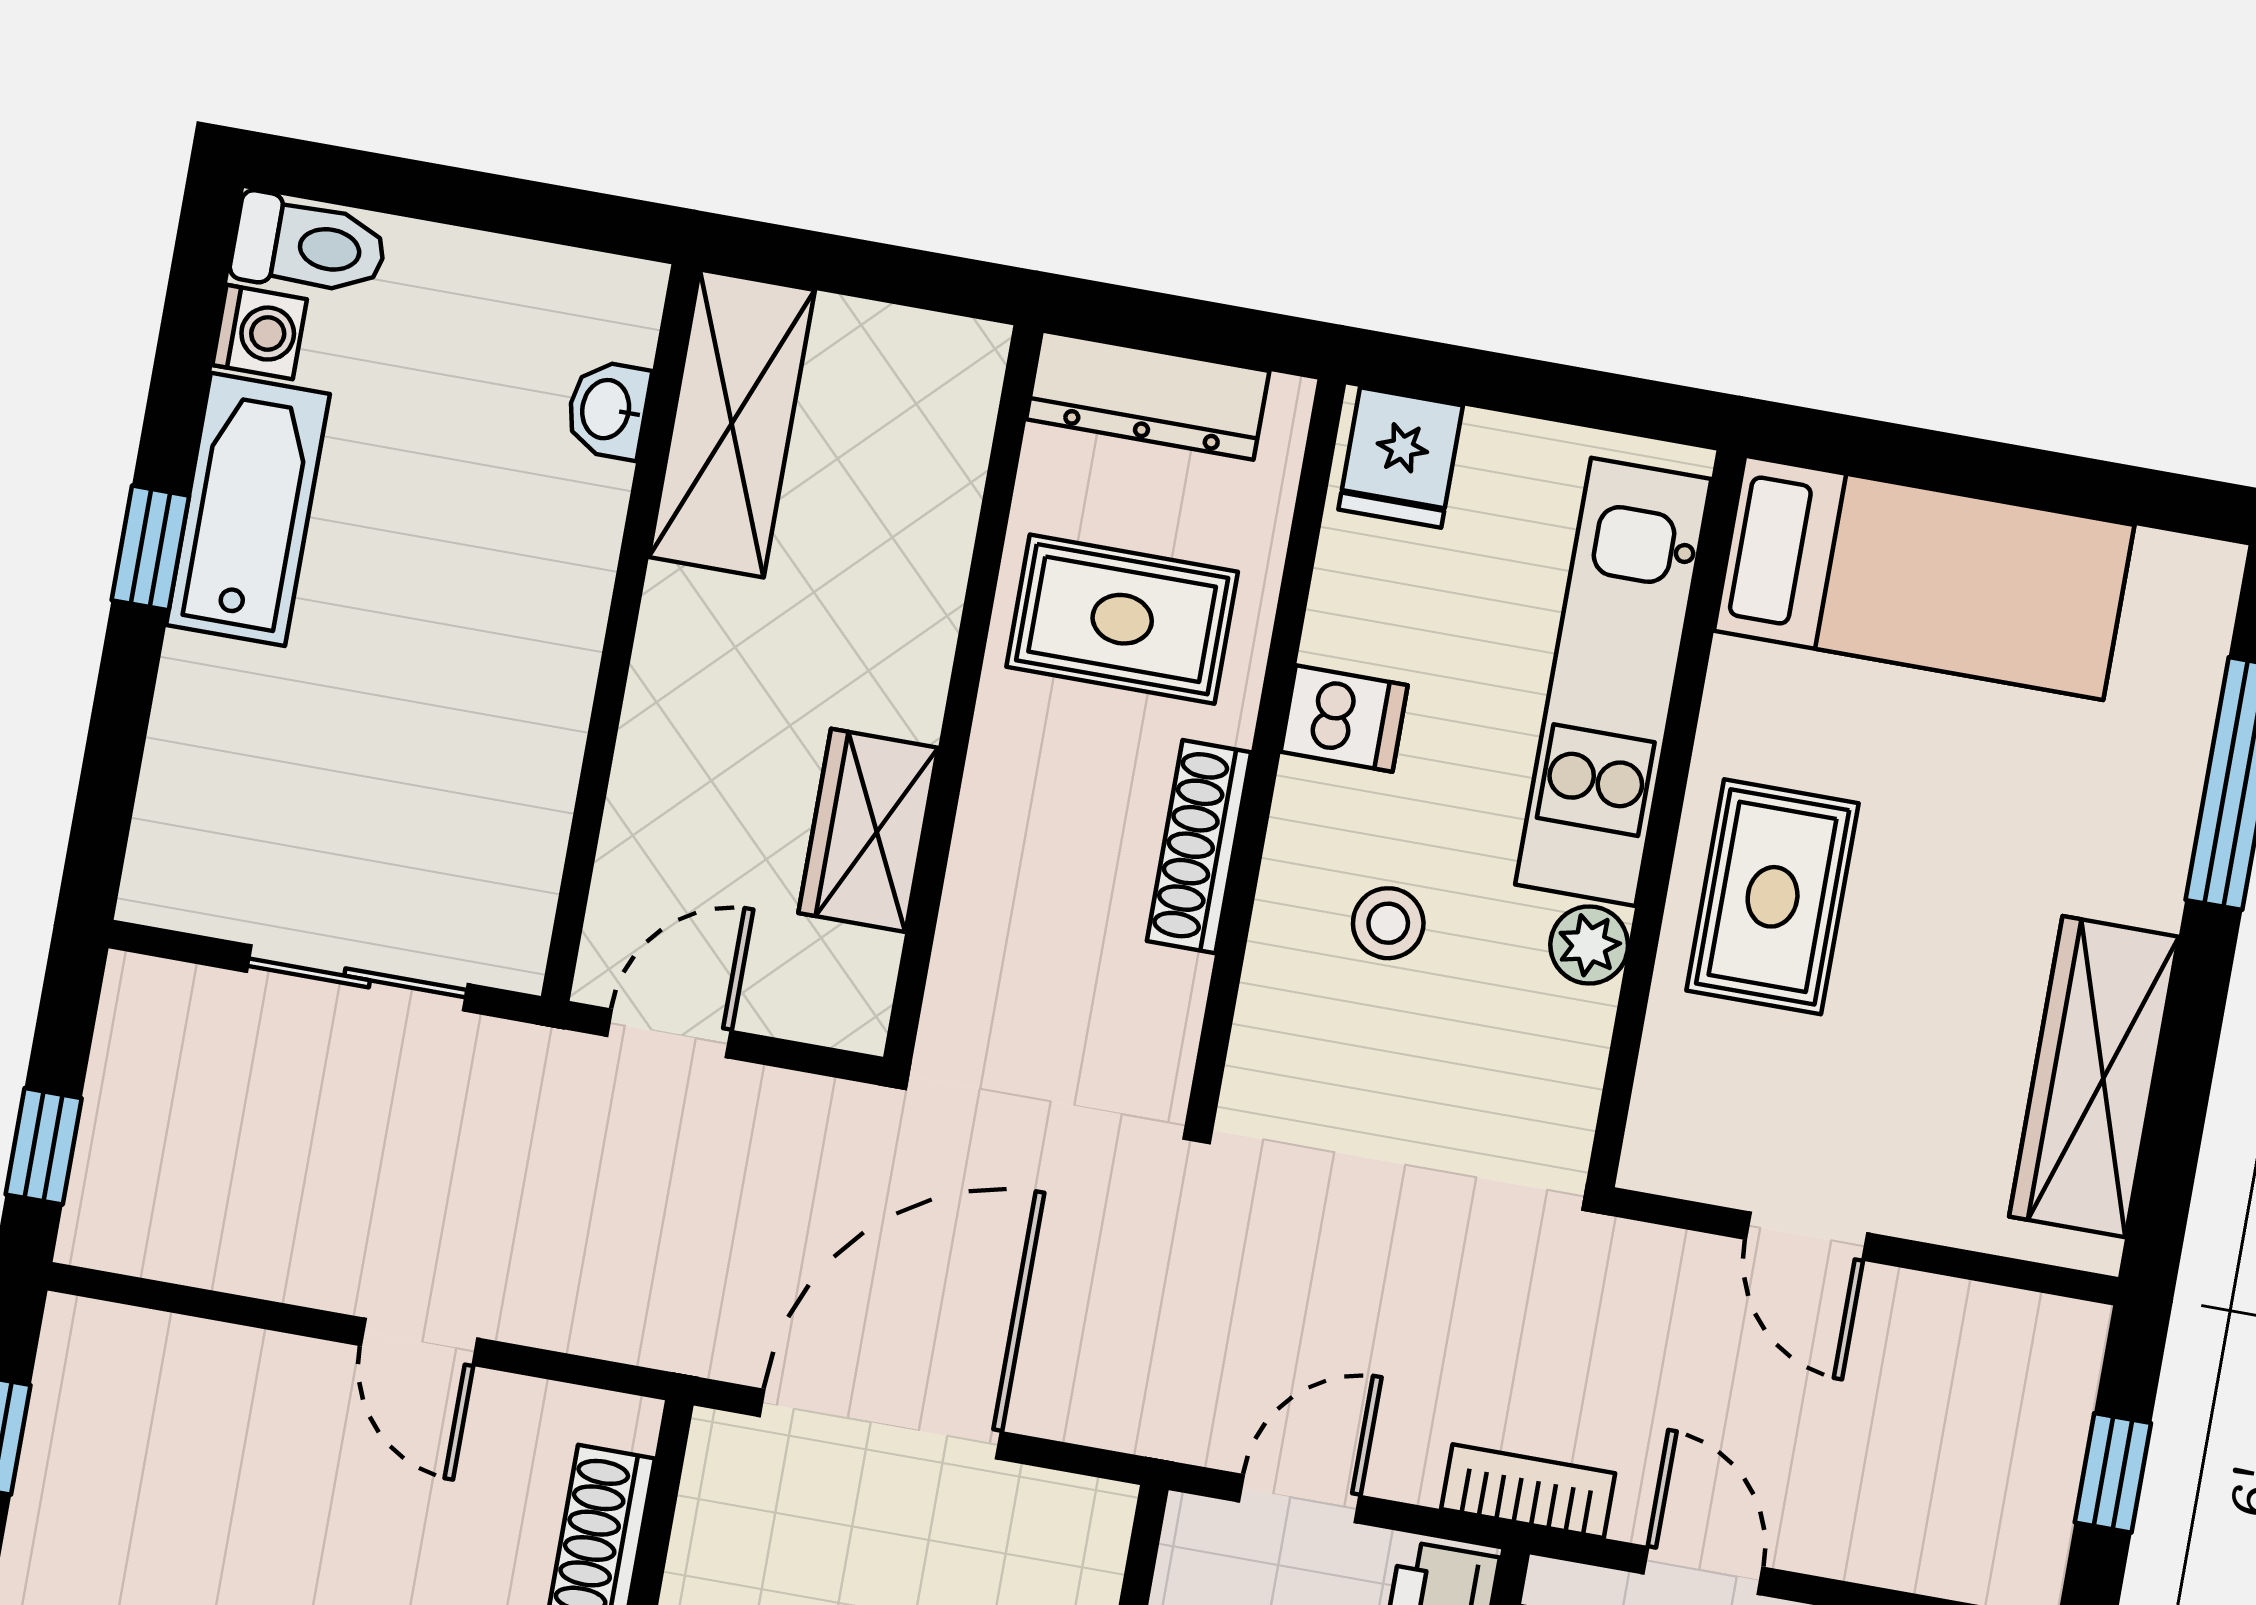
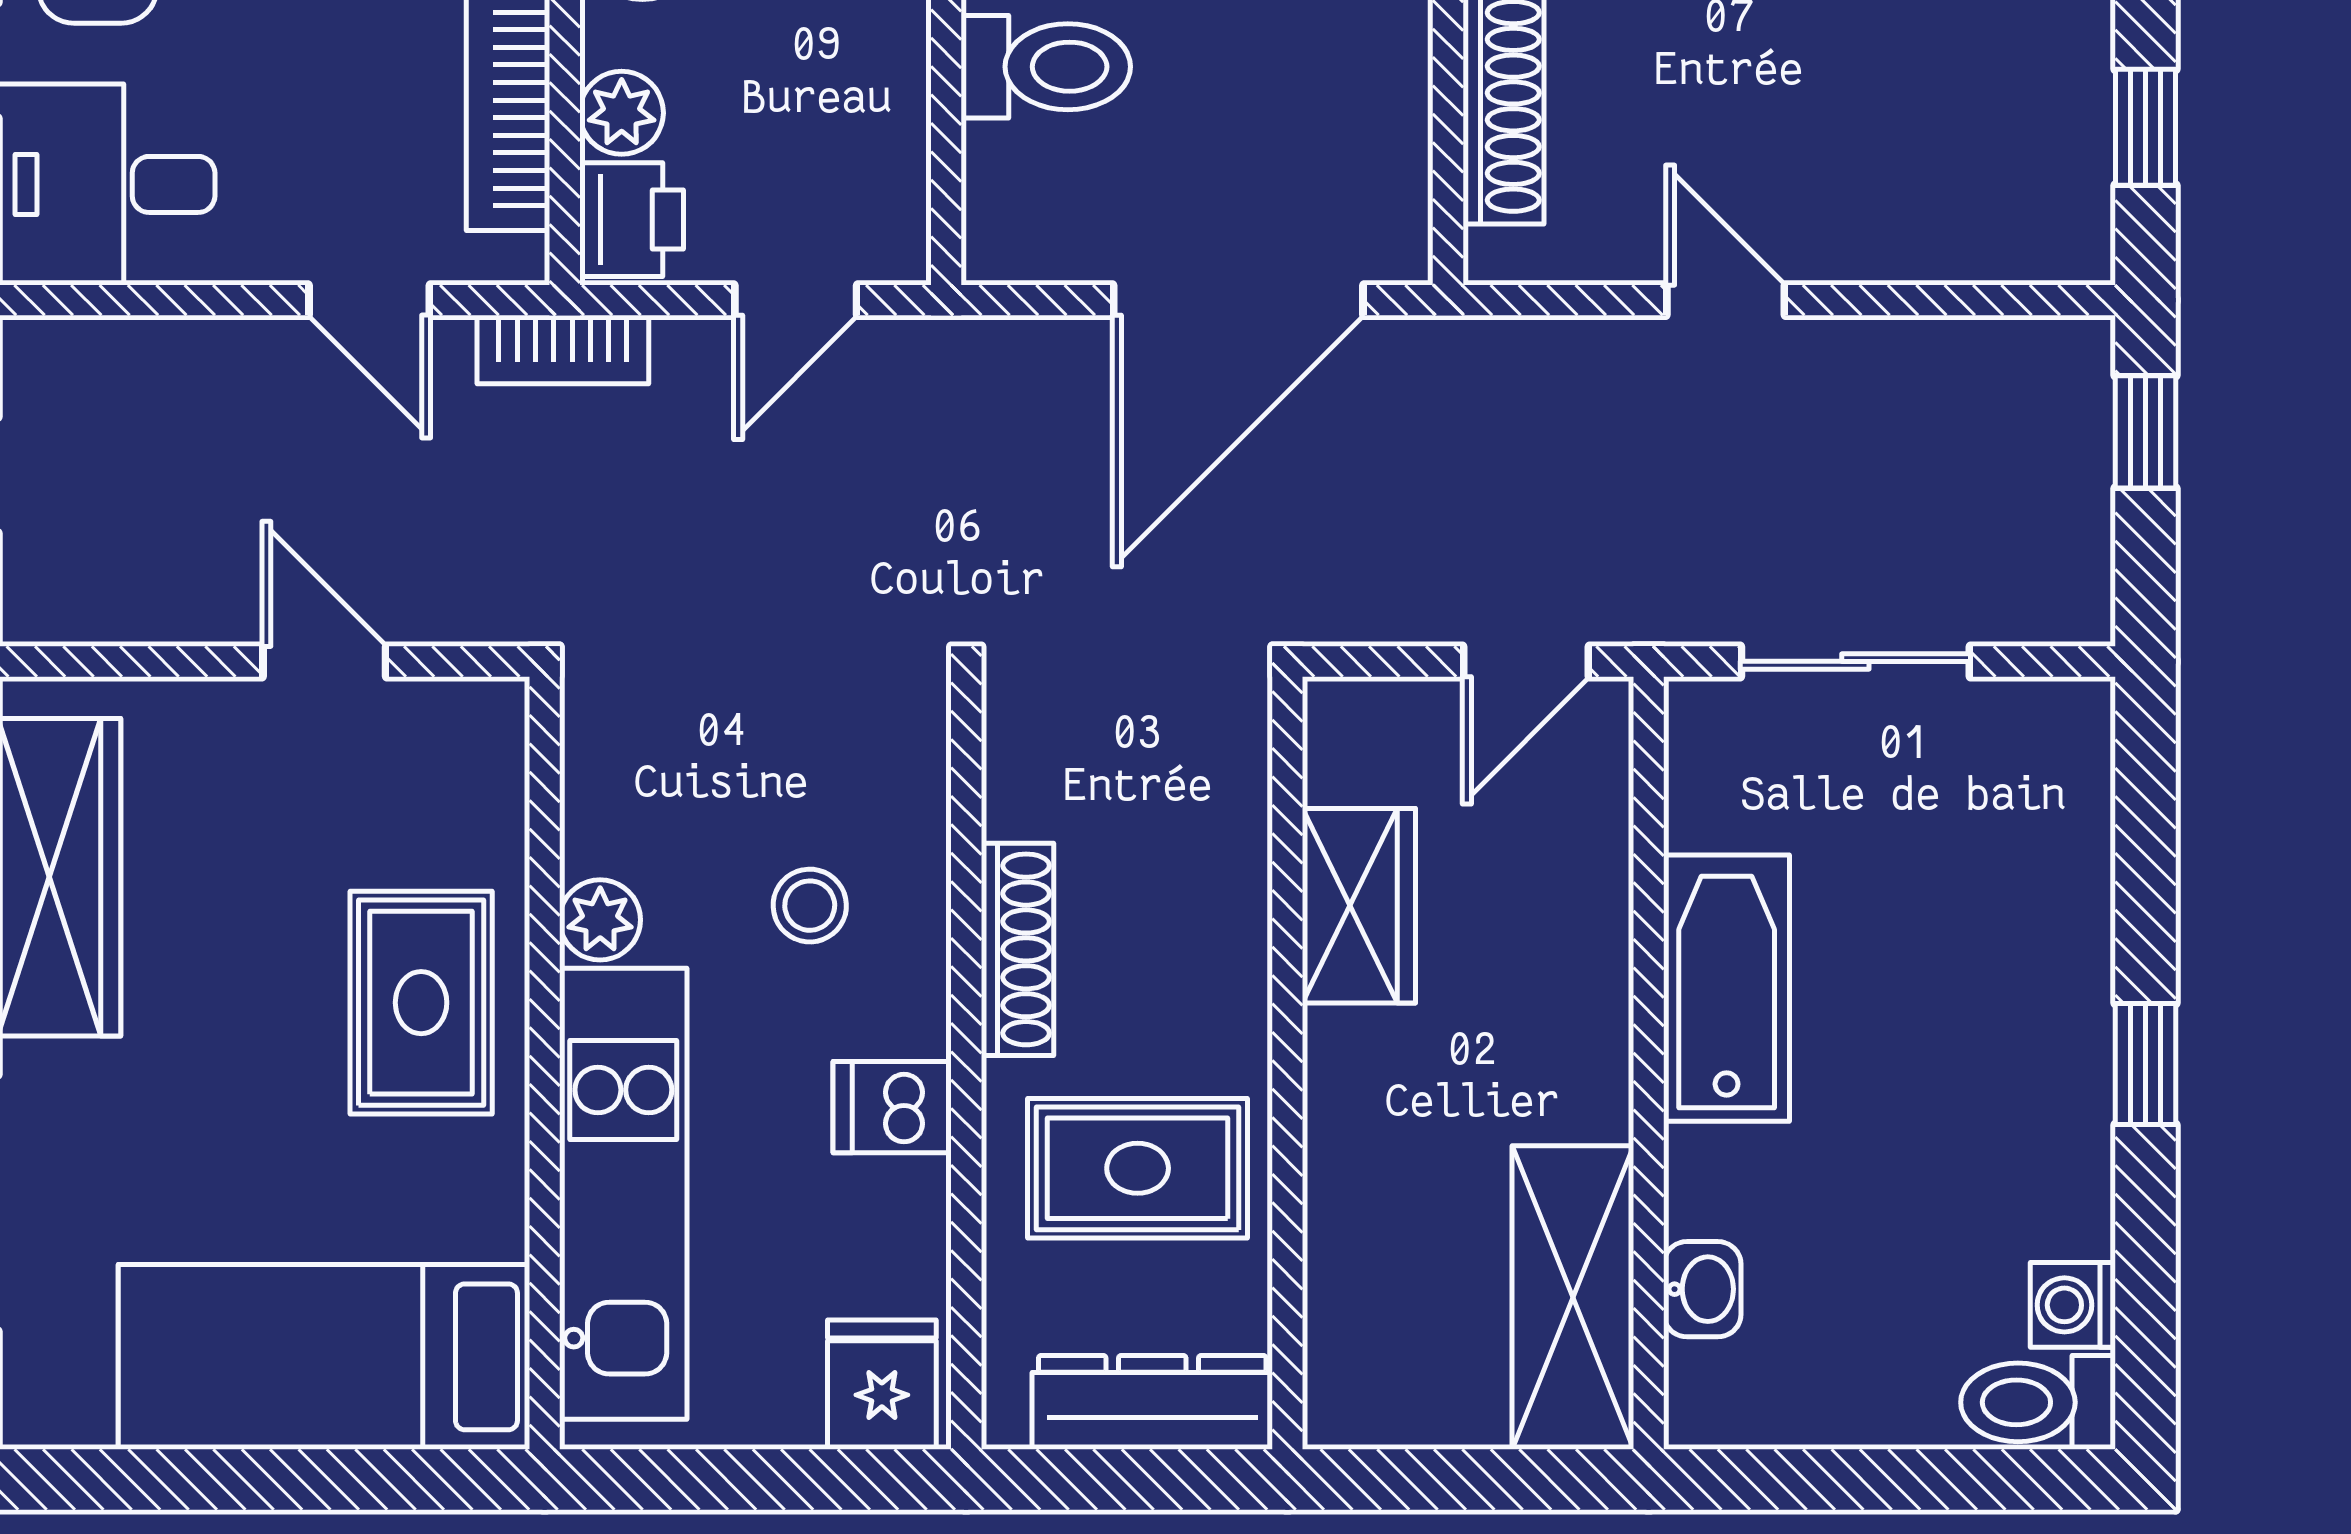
bathtub: (248, 509) -> (1727, 988), moved, turned 180

